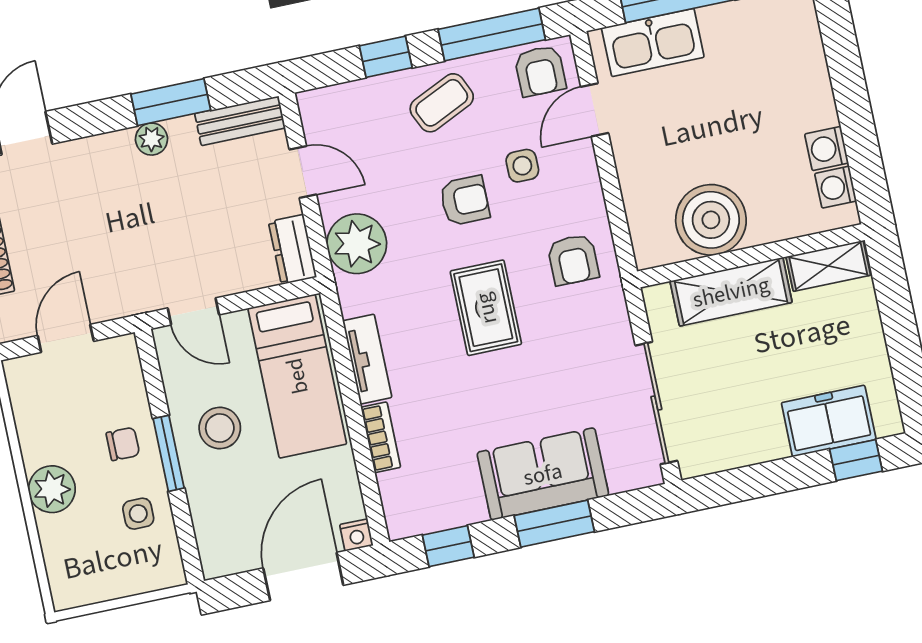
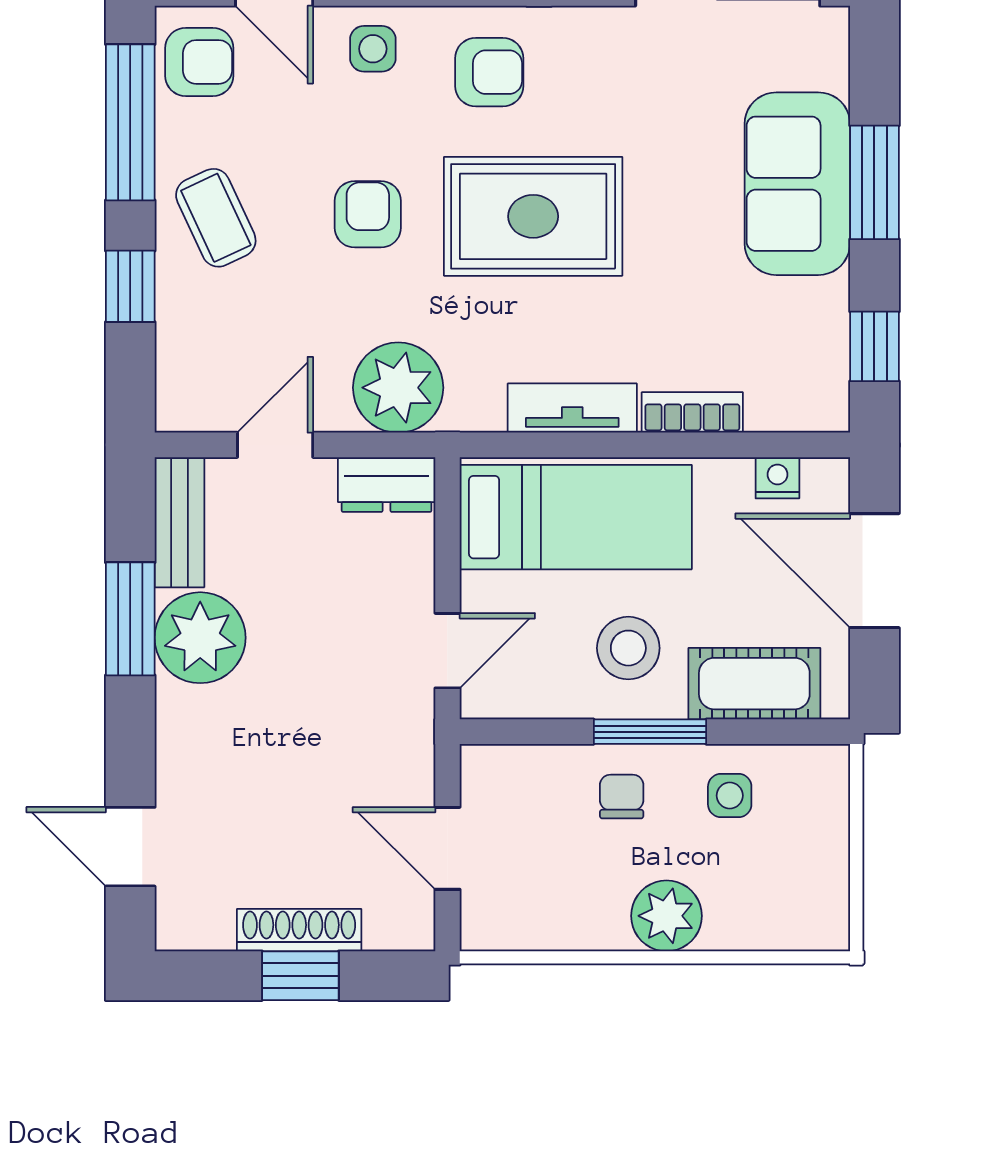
plant: (151, 139) -> (200, 638), width x1.88, depth x1.88
side table: (522, 166) -> (373, 49), moved
rug: (486, 308) -> (533, 216), width x1.36, depth x1.43
cot: (214, 514) -> (754, 684), added
nightstand: (356, 535) -> (777, 478), moved, turned -90

